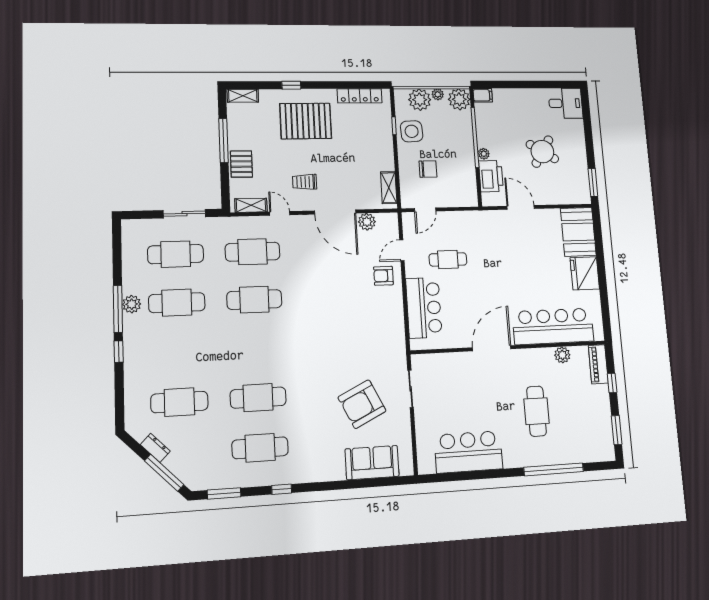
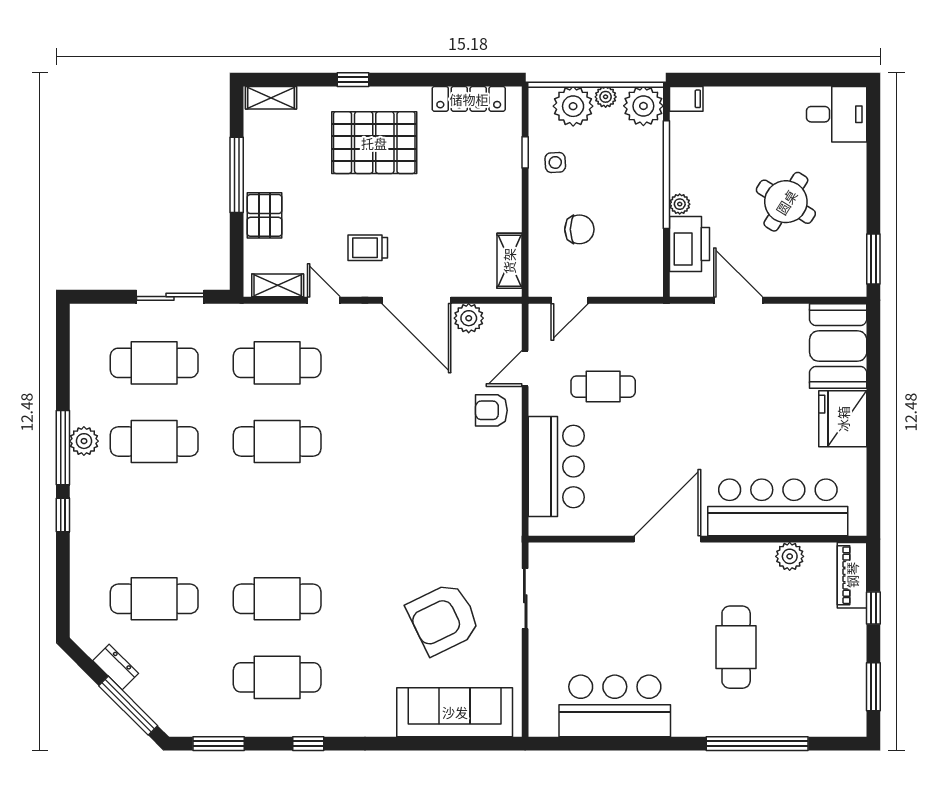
side table: (412, 131) -> (555, 162), width x0.54, depth x0.54
sofa: (372, 463) -> (455, 712), width x1.36

